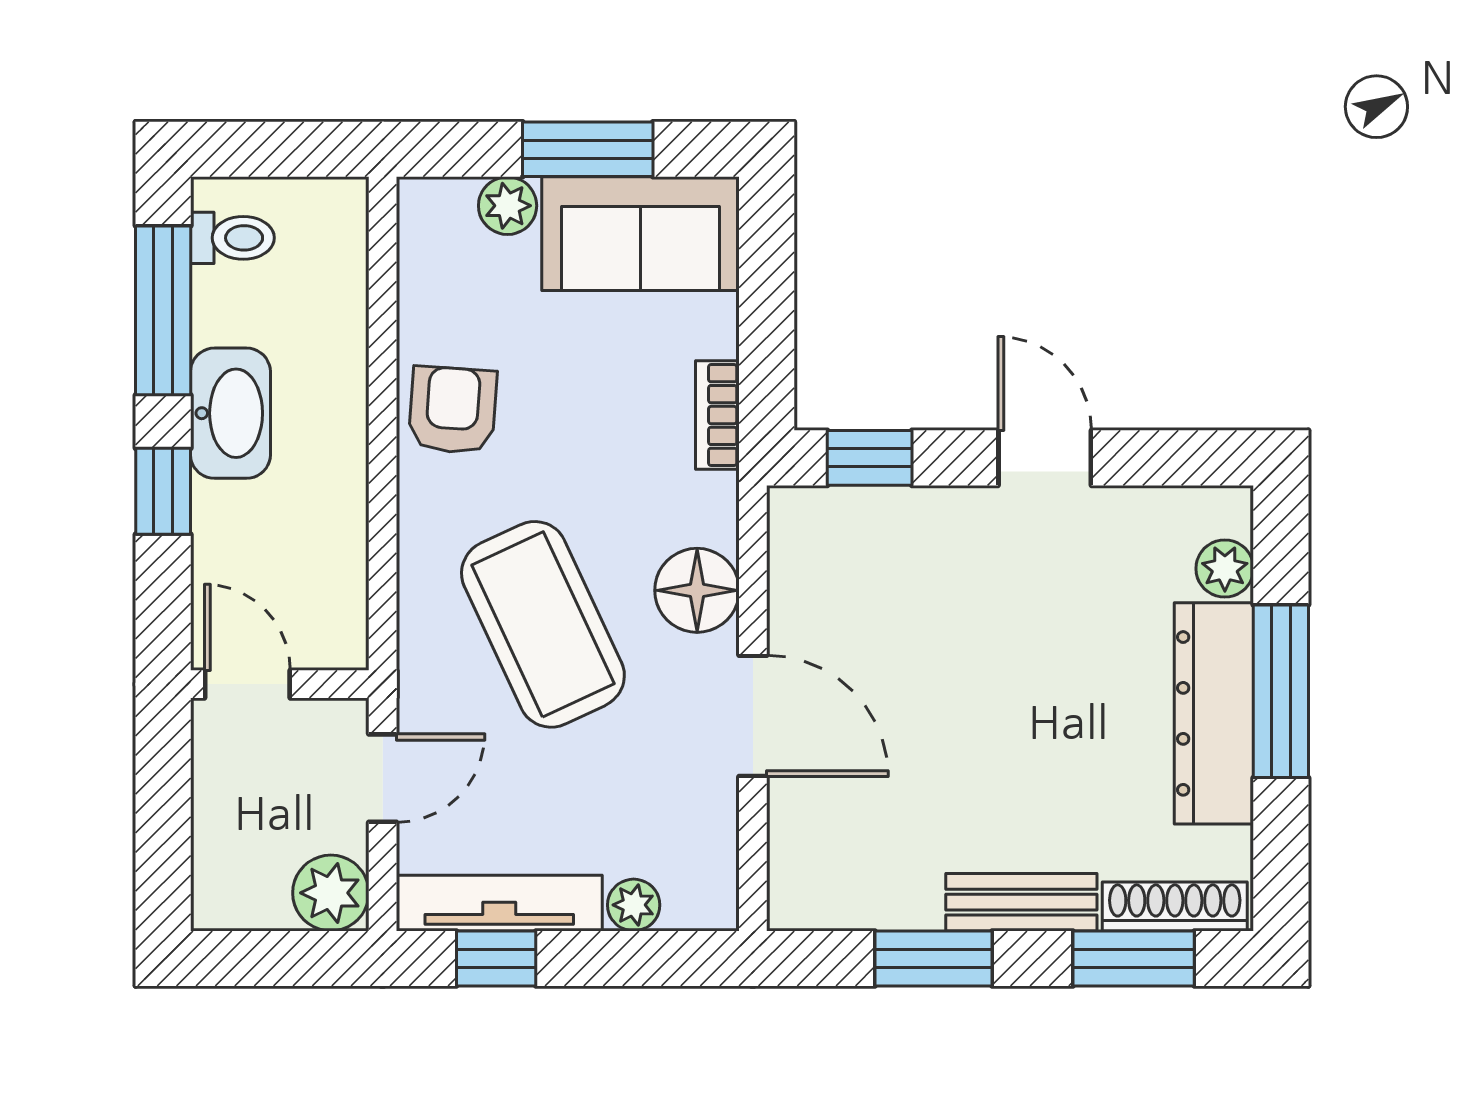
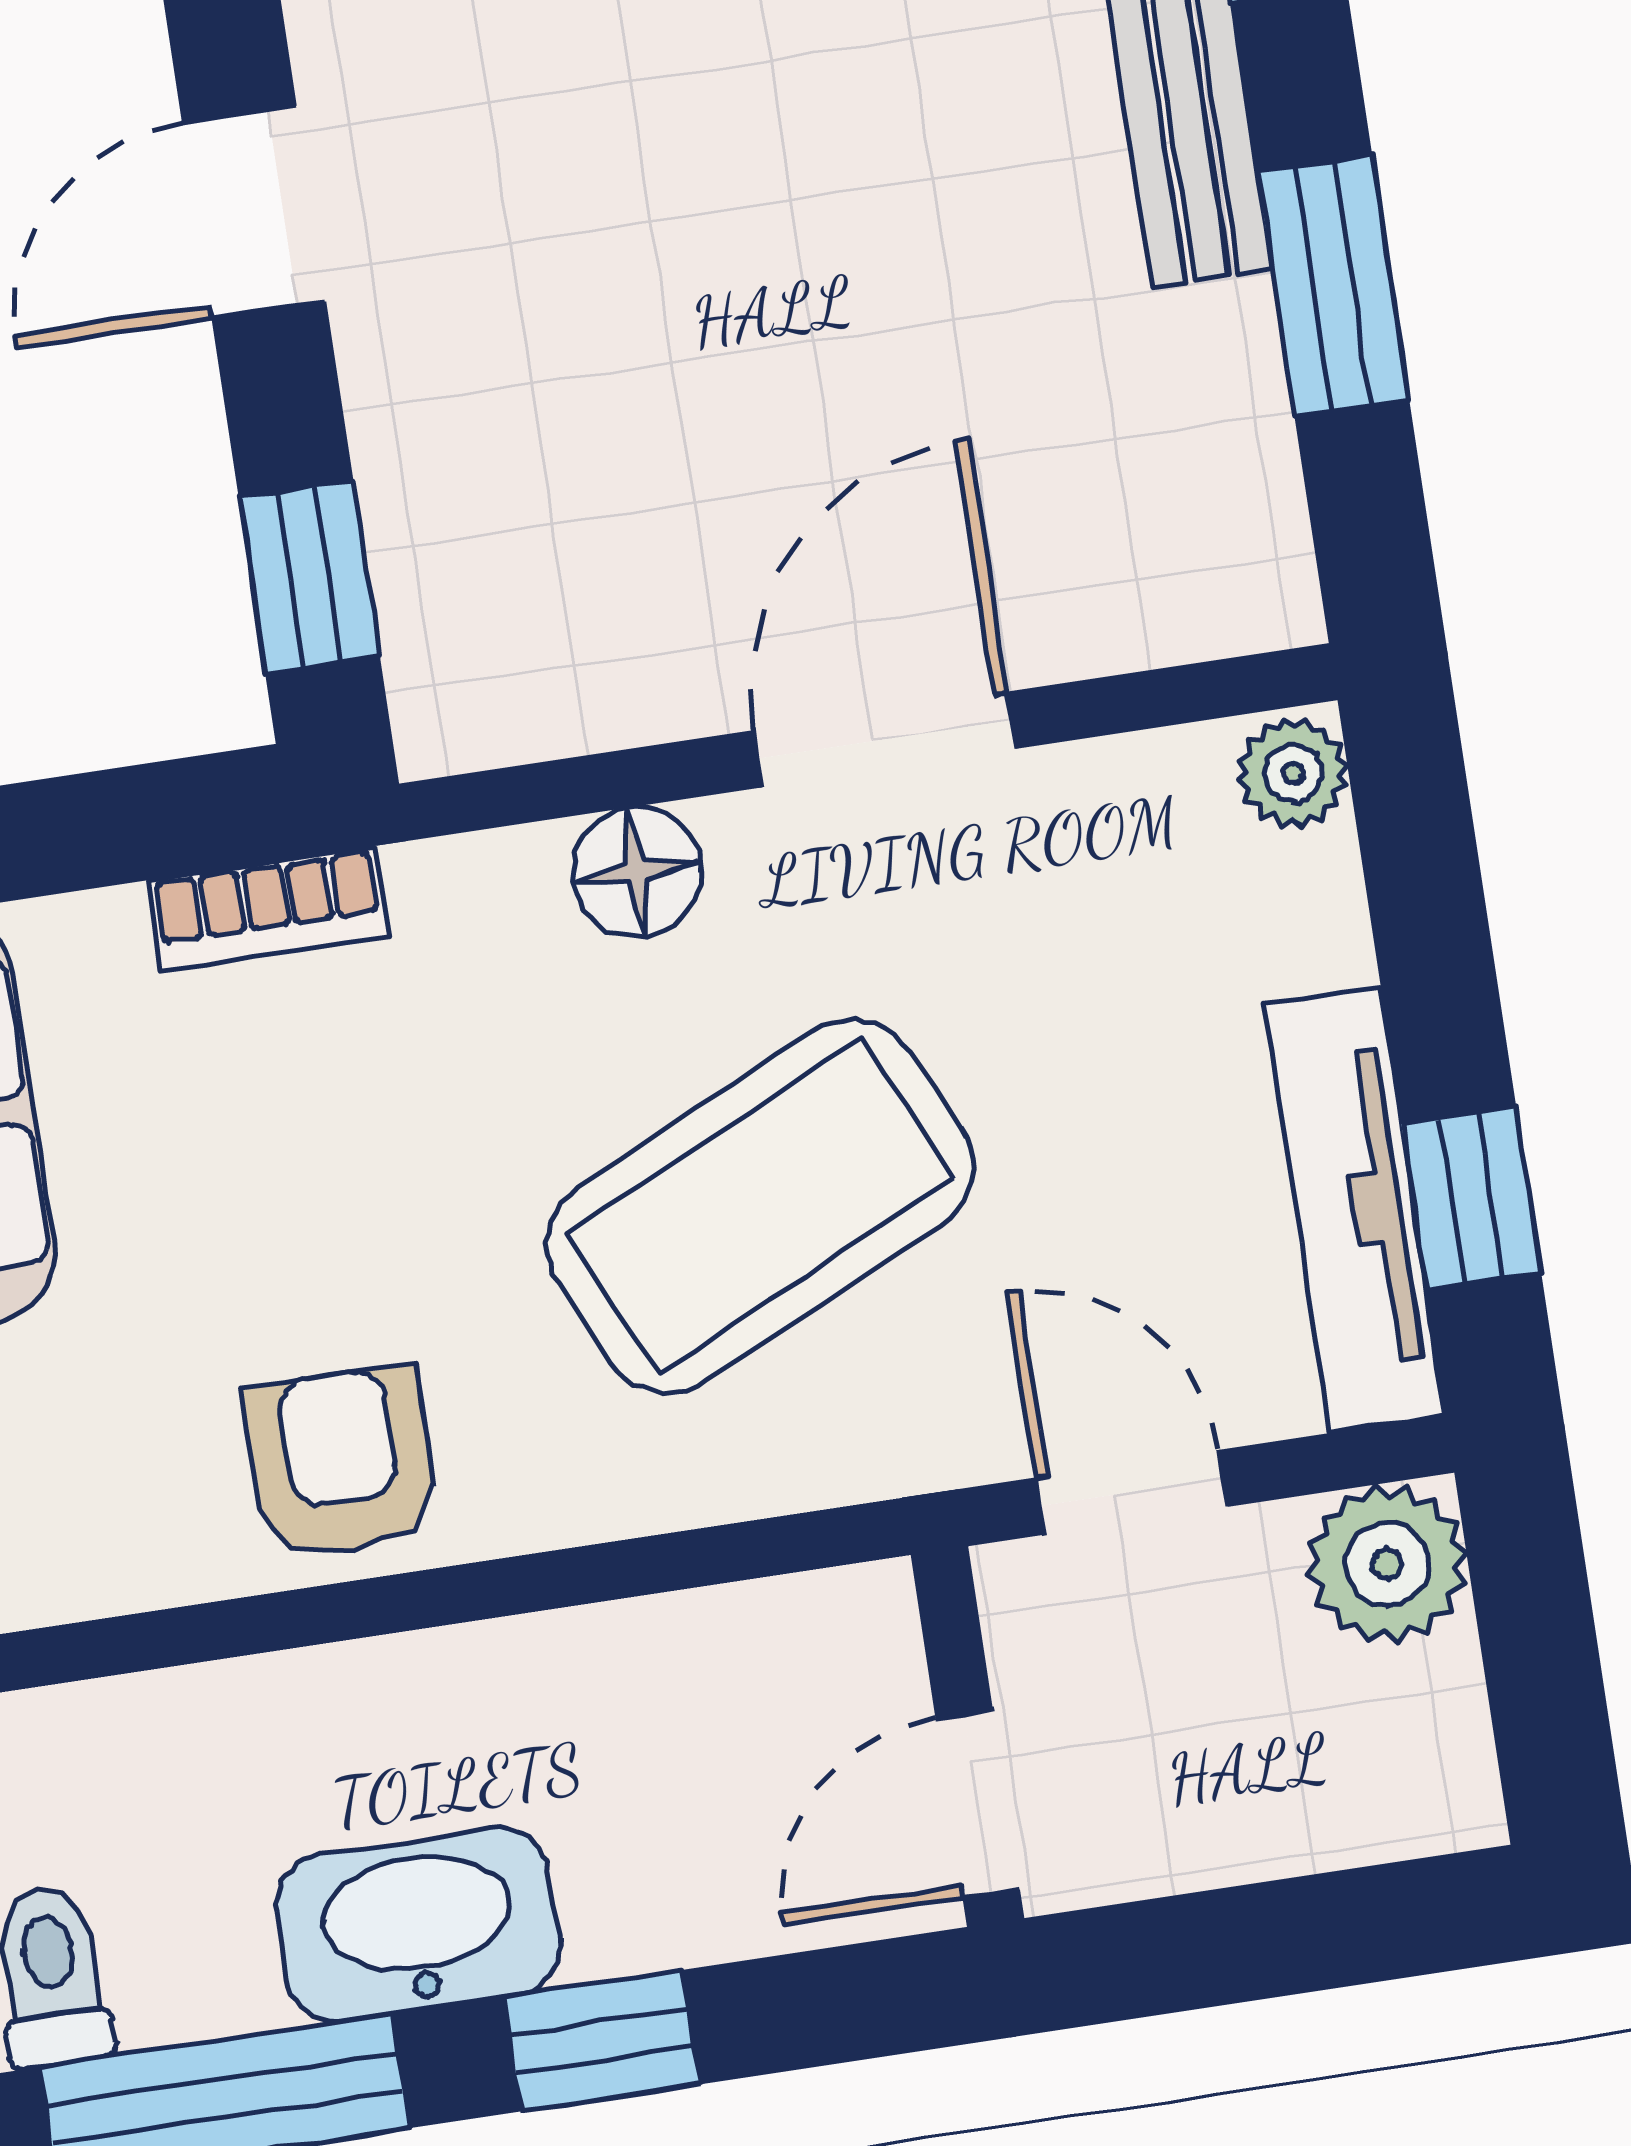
armchair: (453, 410) -> (341, 1462), turned 86
floor lamp: (697, 590) -> (637, 872), width x0.73, depth x0.73
plant: (634, 905) -> (1293, 773), moved

